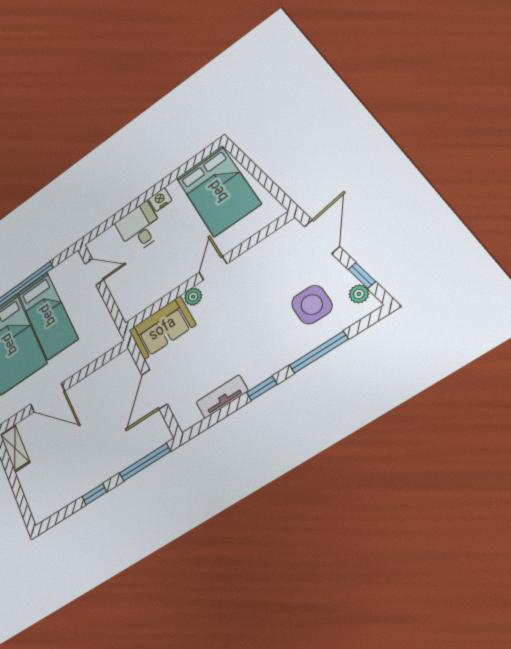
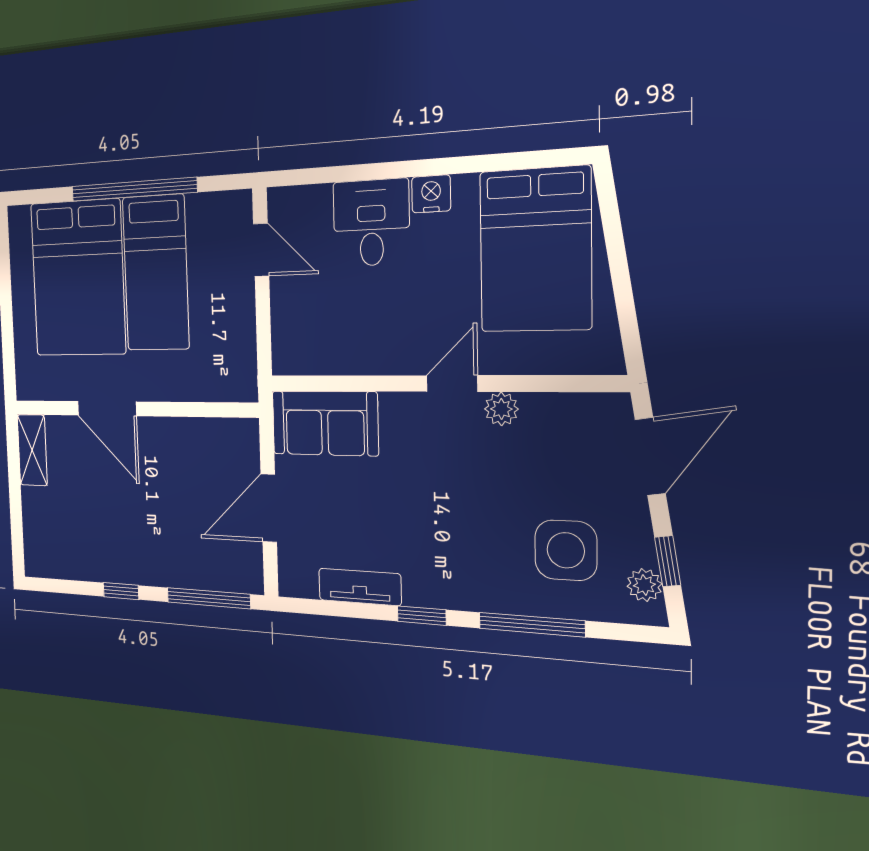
plant: (193, 297) -> (501, 409), moved

